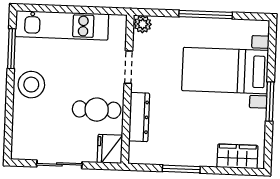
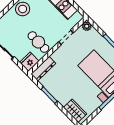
dresser: (139, 117) -> (43, 69), moved

